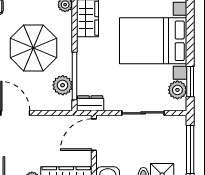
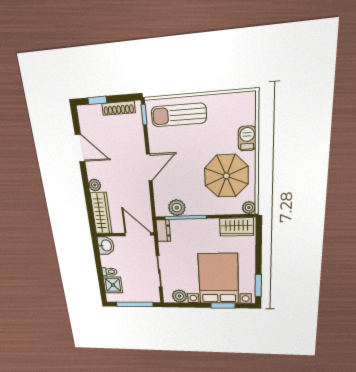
parasol: (33, 48) -> (226, 176), moved
window: (190, 82) -> (223, 306), moved

